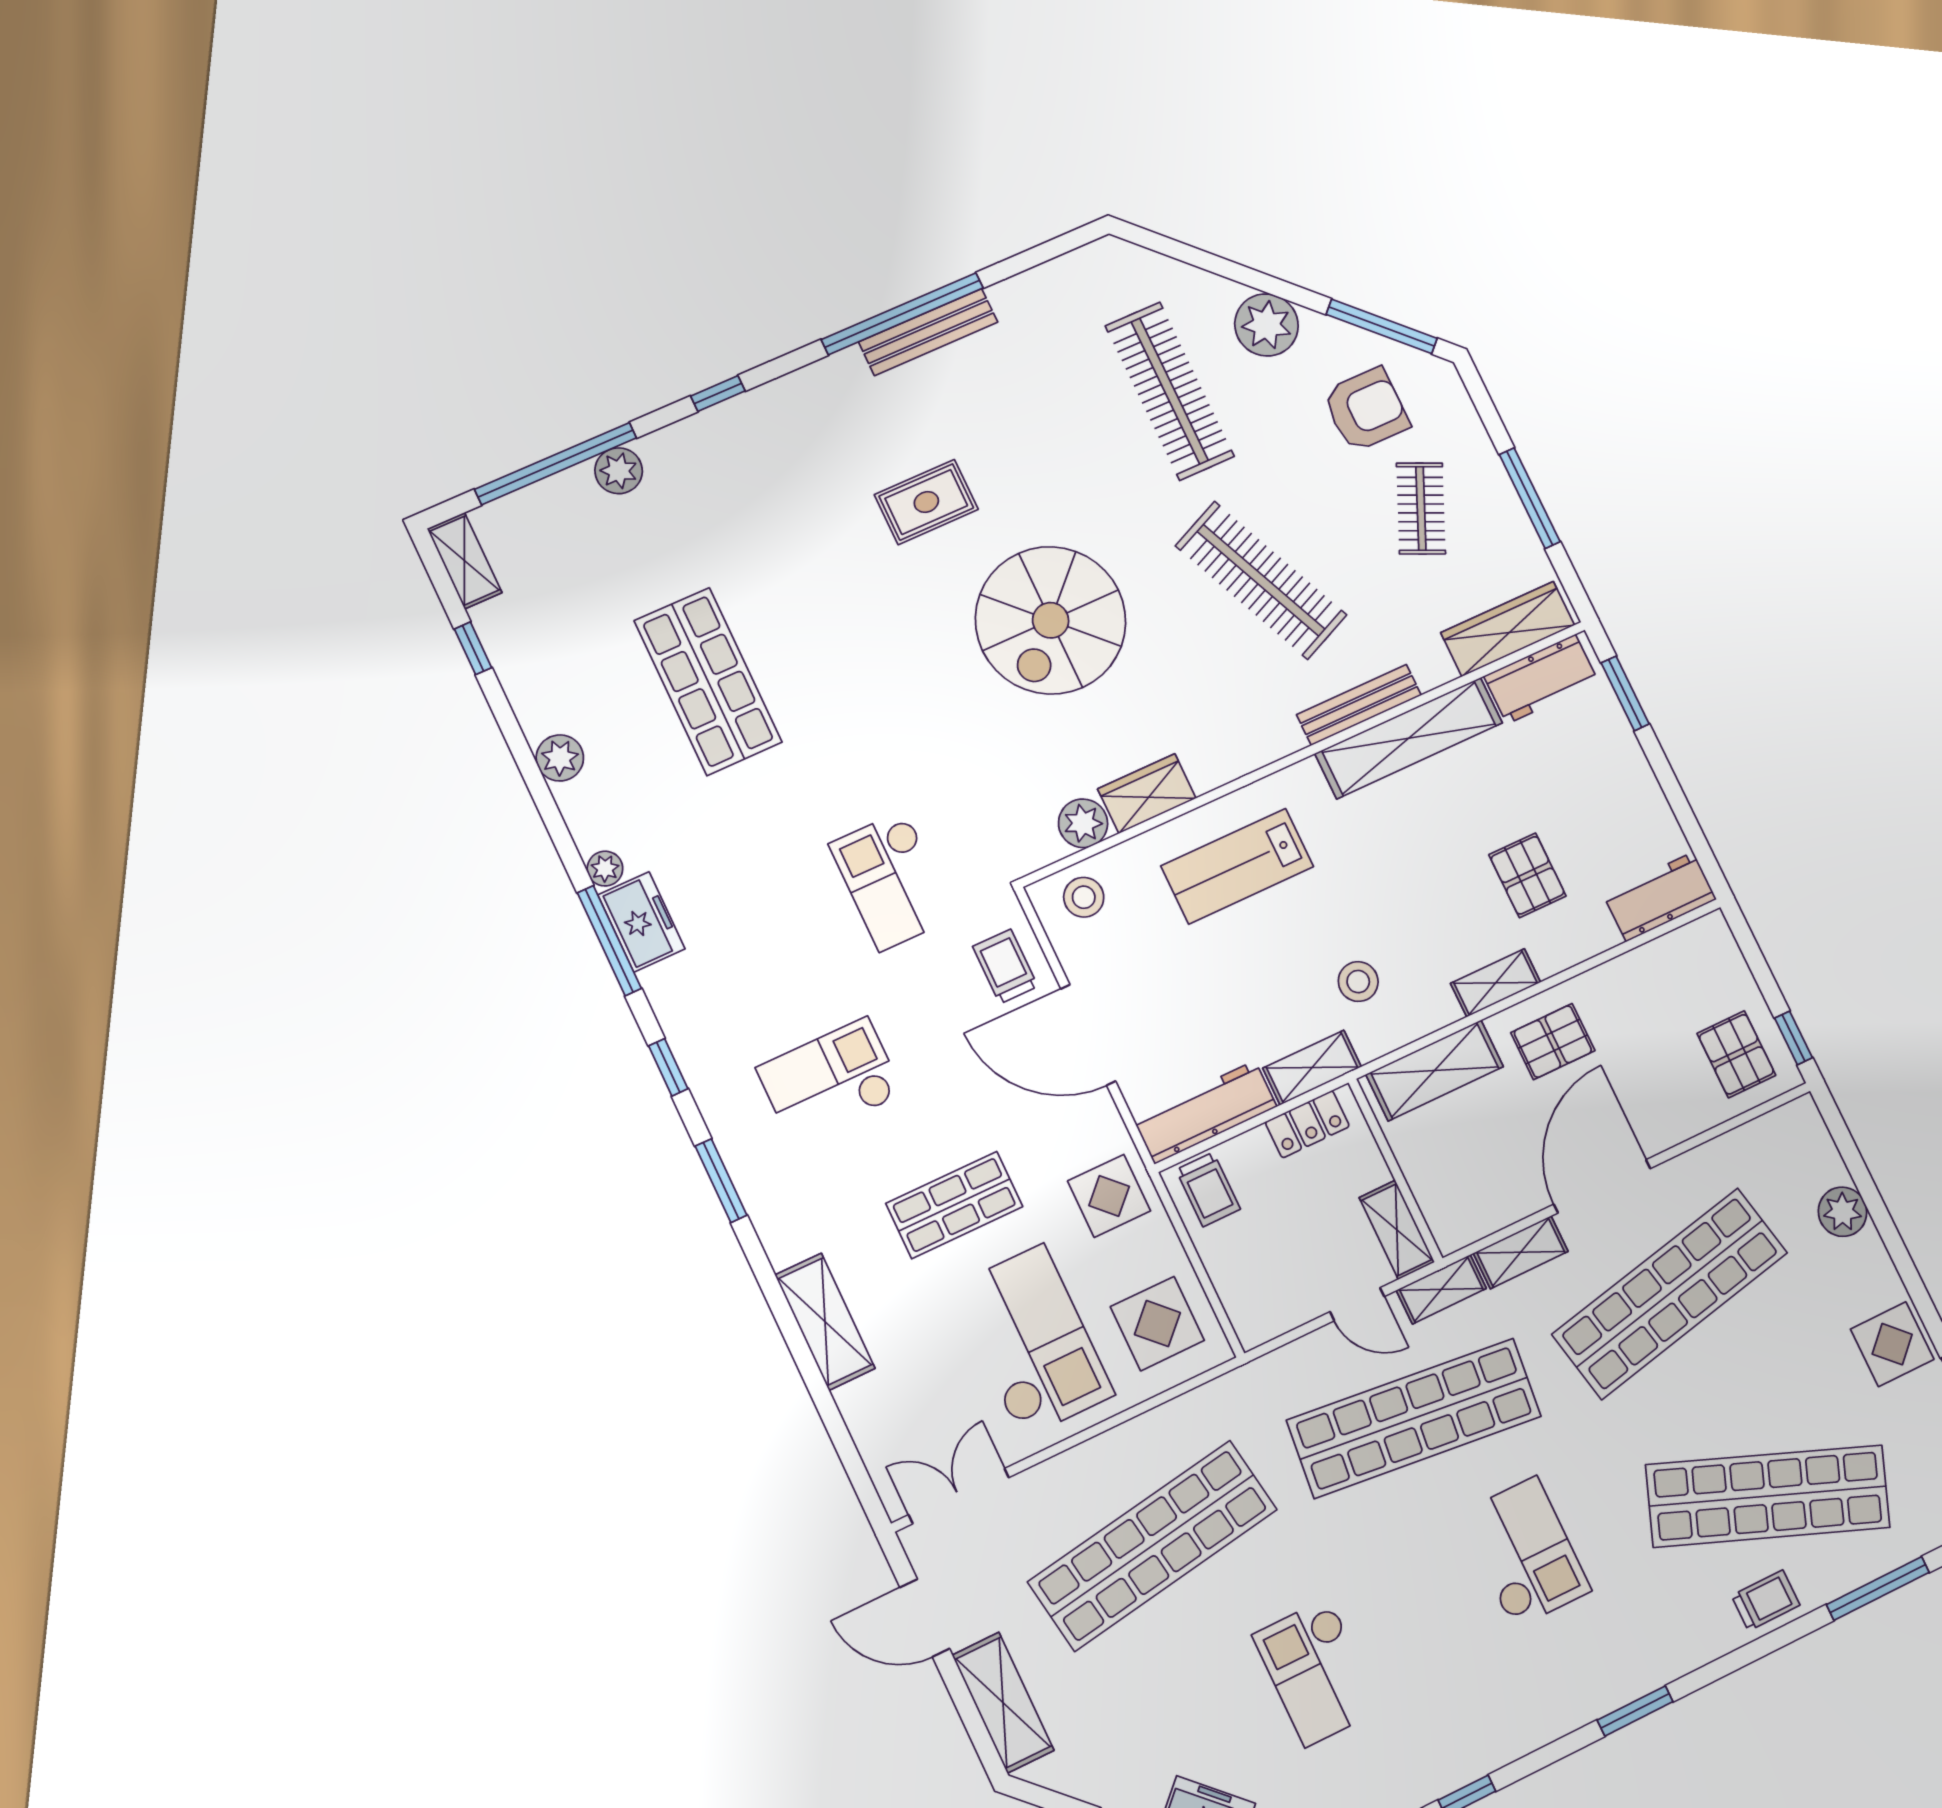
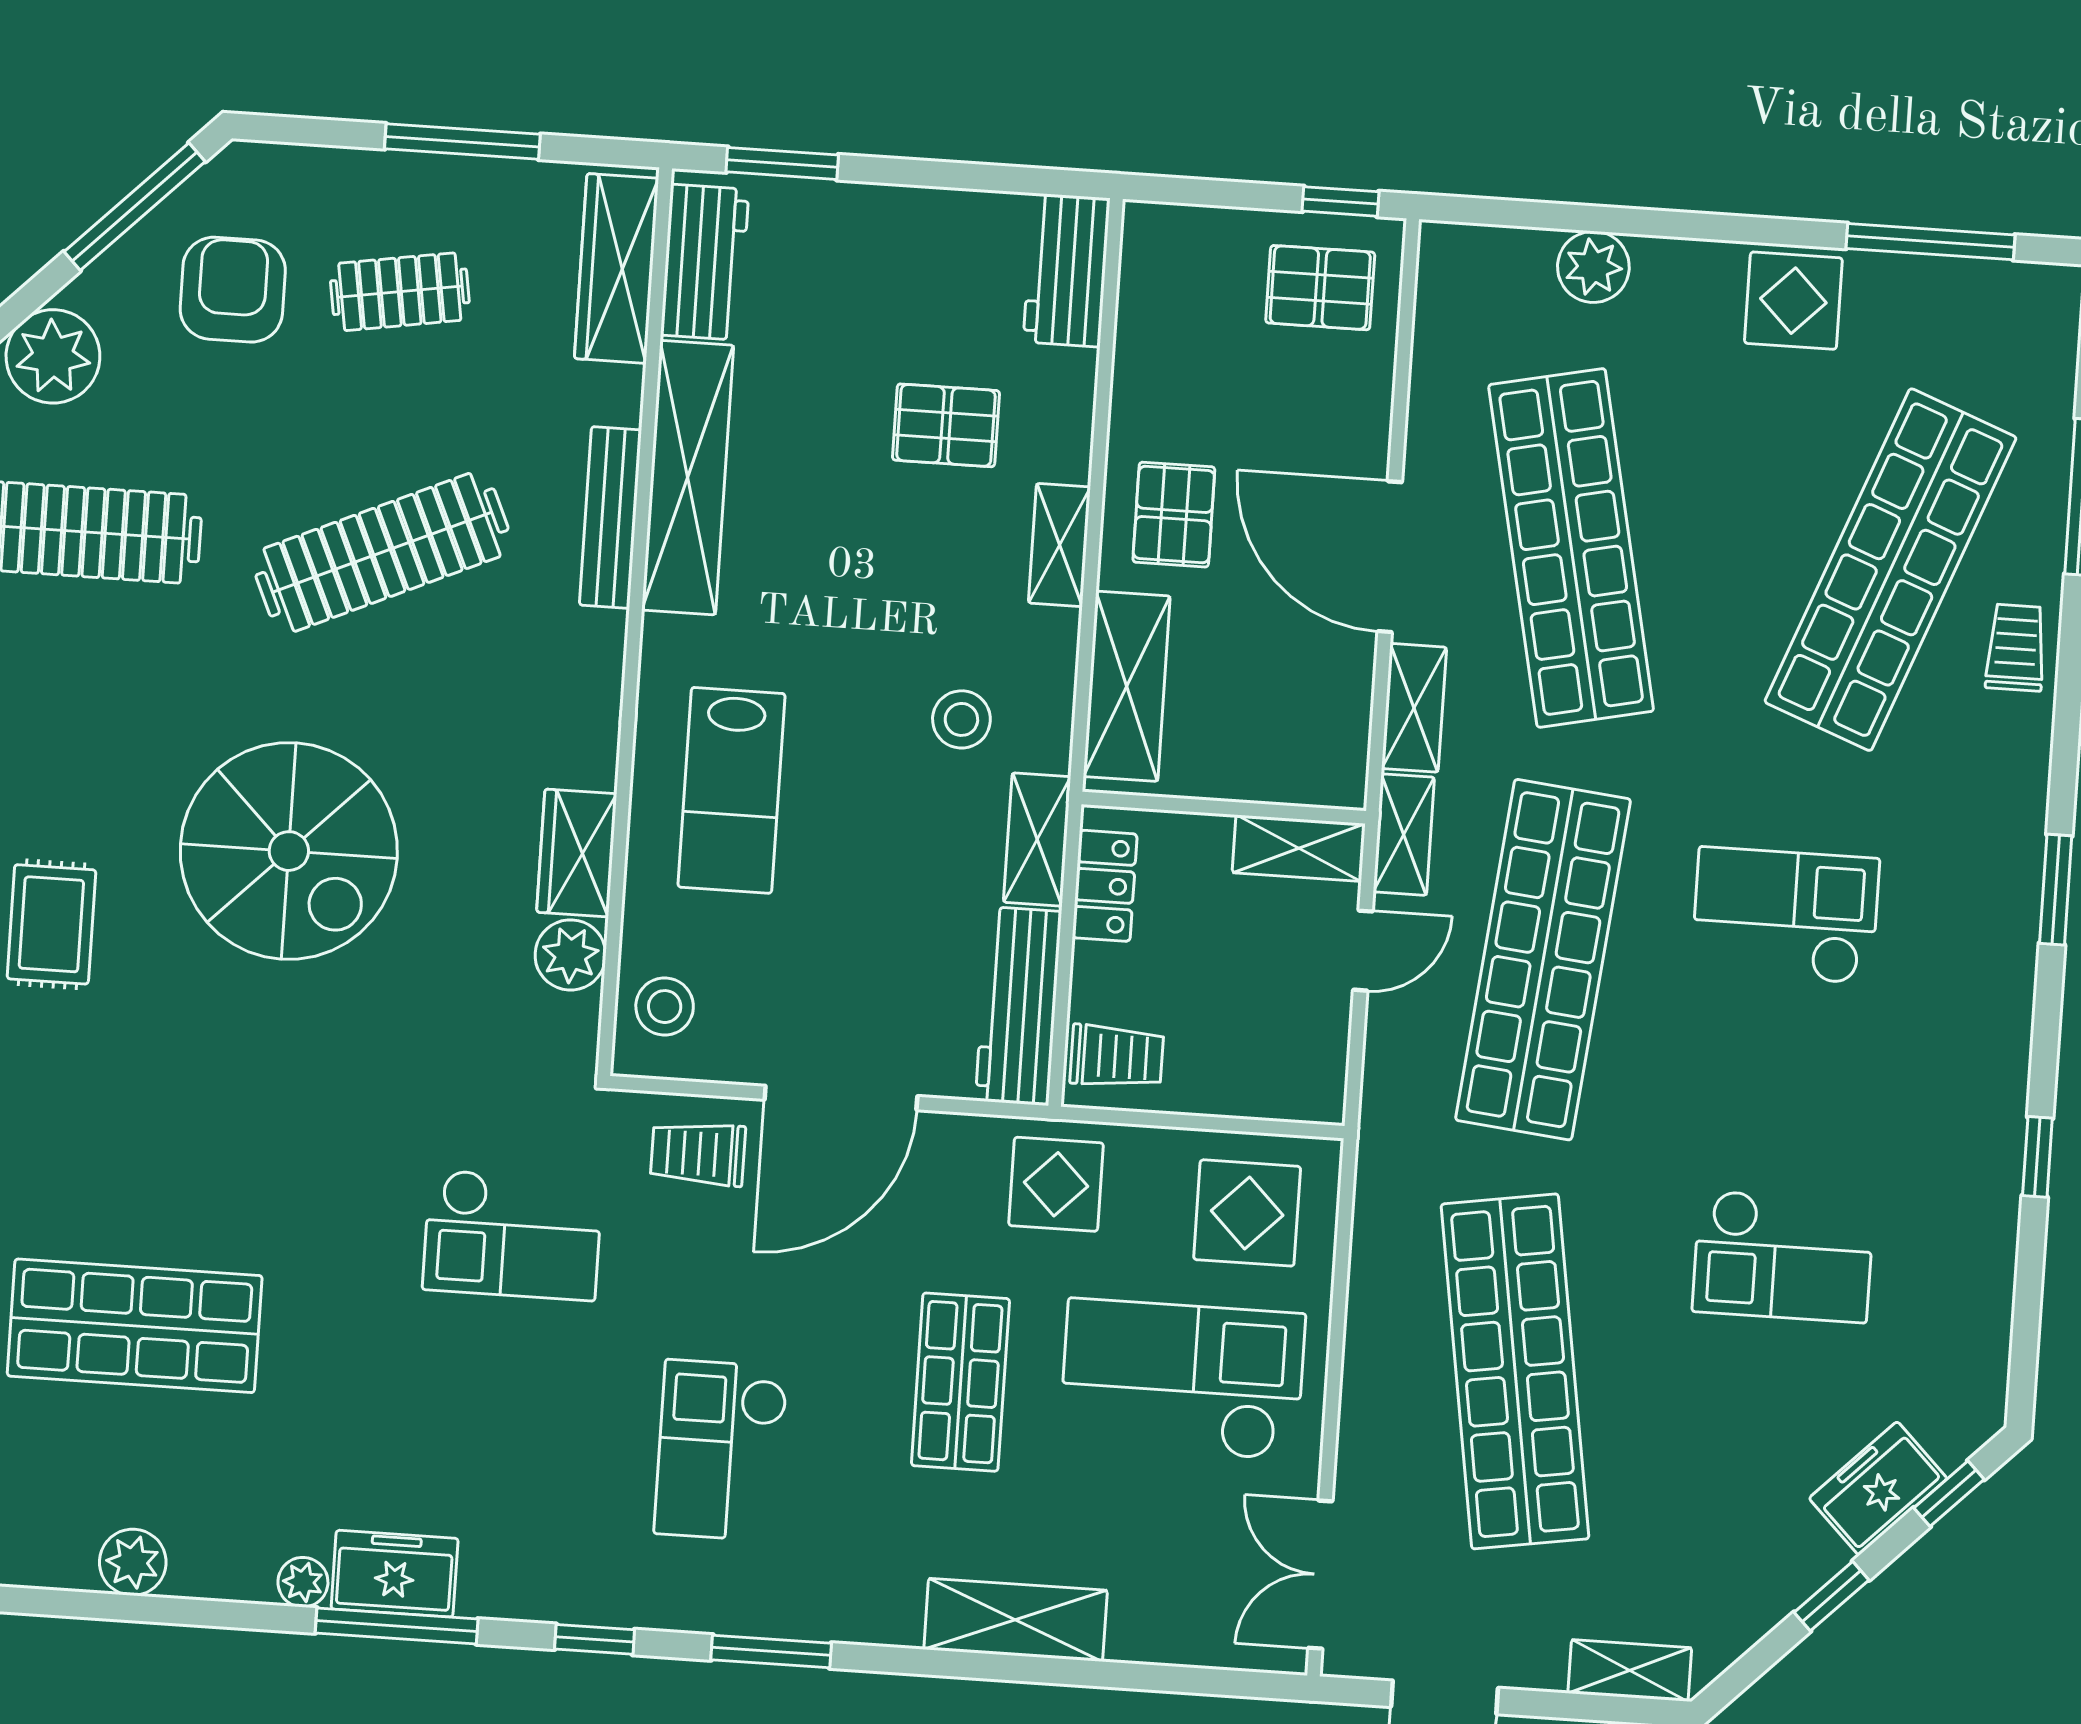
clothes rail: (1421, 508) -> (400, 292), turned -33
shelving: (1003, 1703) -> (1630, 1670), width x0.67, depth x0.75

